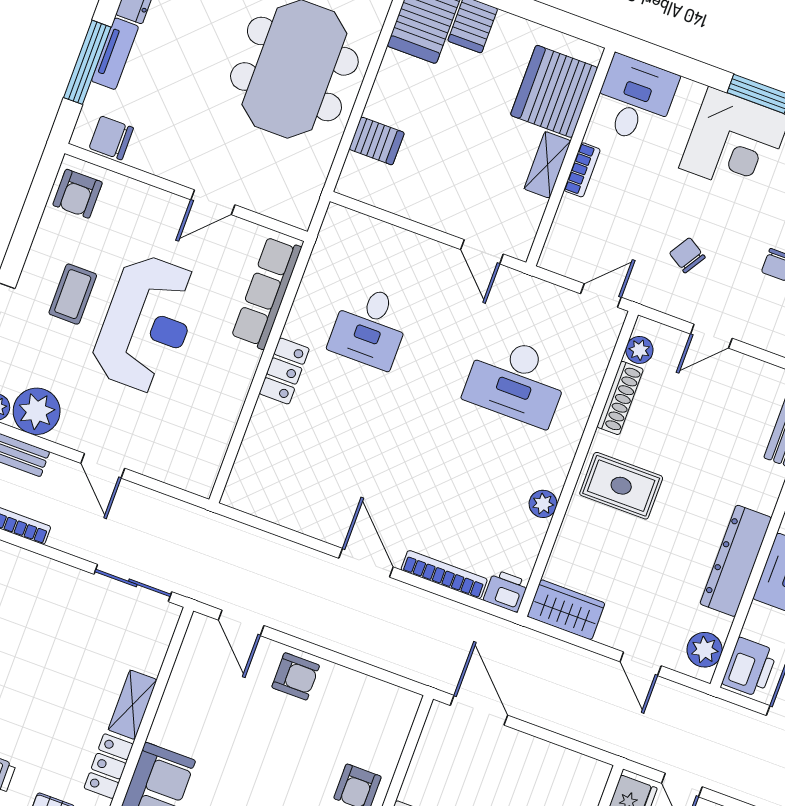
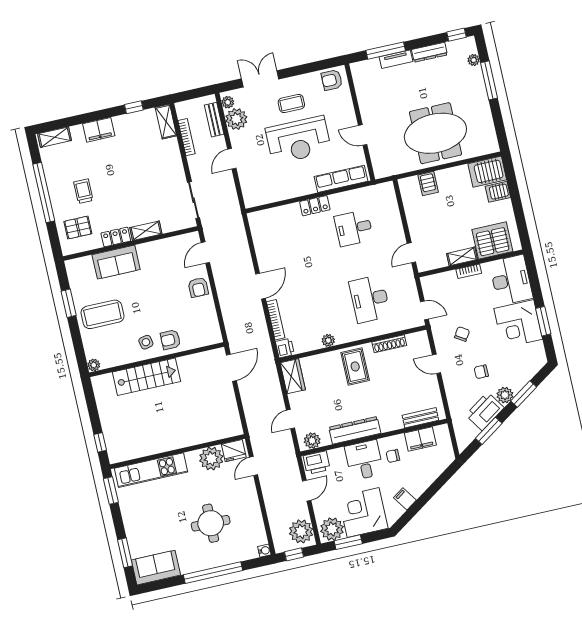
desk: (635, 100) -> (511, 280), width x1.37
chair: (111, 138) -> (362, 79), removed
plant: (639, 350) -> (413, 339), removed

